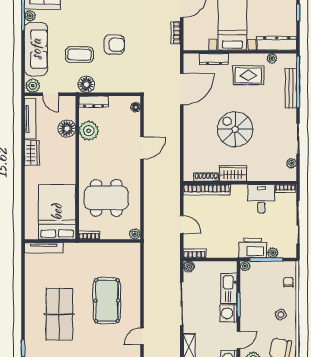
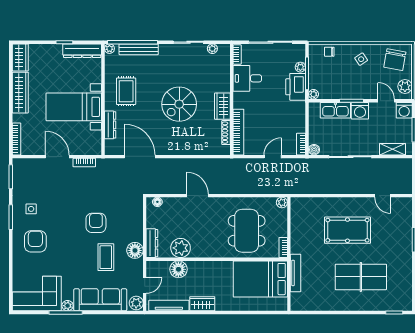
dresser: (277, 43) -> (82, 51), moved, turned -90
plant: (272, 58) -> (109, 49), moved
tv unit: (44, 248) -> (296, 273), moved

